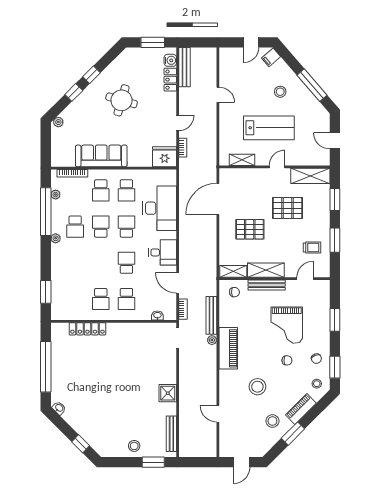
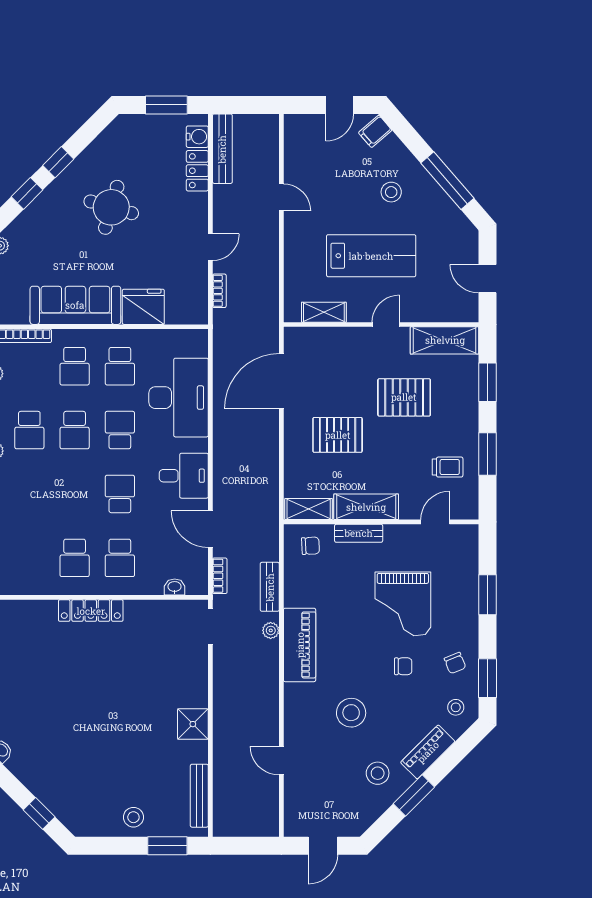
fridge: (165, 157) -> (143, 307), moved
school desk: (101, 227) -> (75, 430), turned 180
bench: (267, 285) -> (359, 533), width x0.73
bench: (211, 315) -> (270, 587), width x0.73
locker: (87, 329) -> (91, 611), moved

